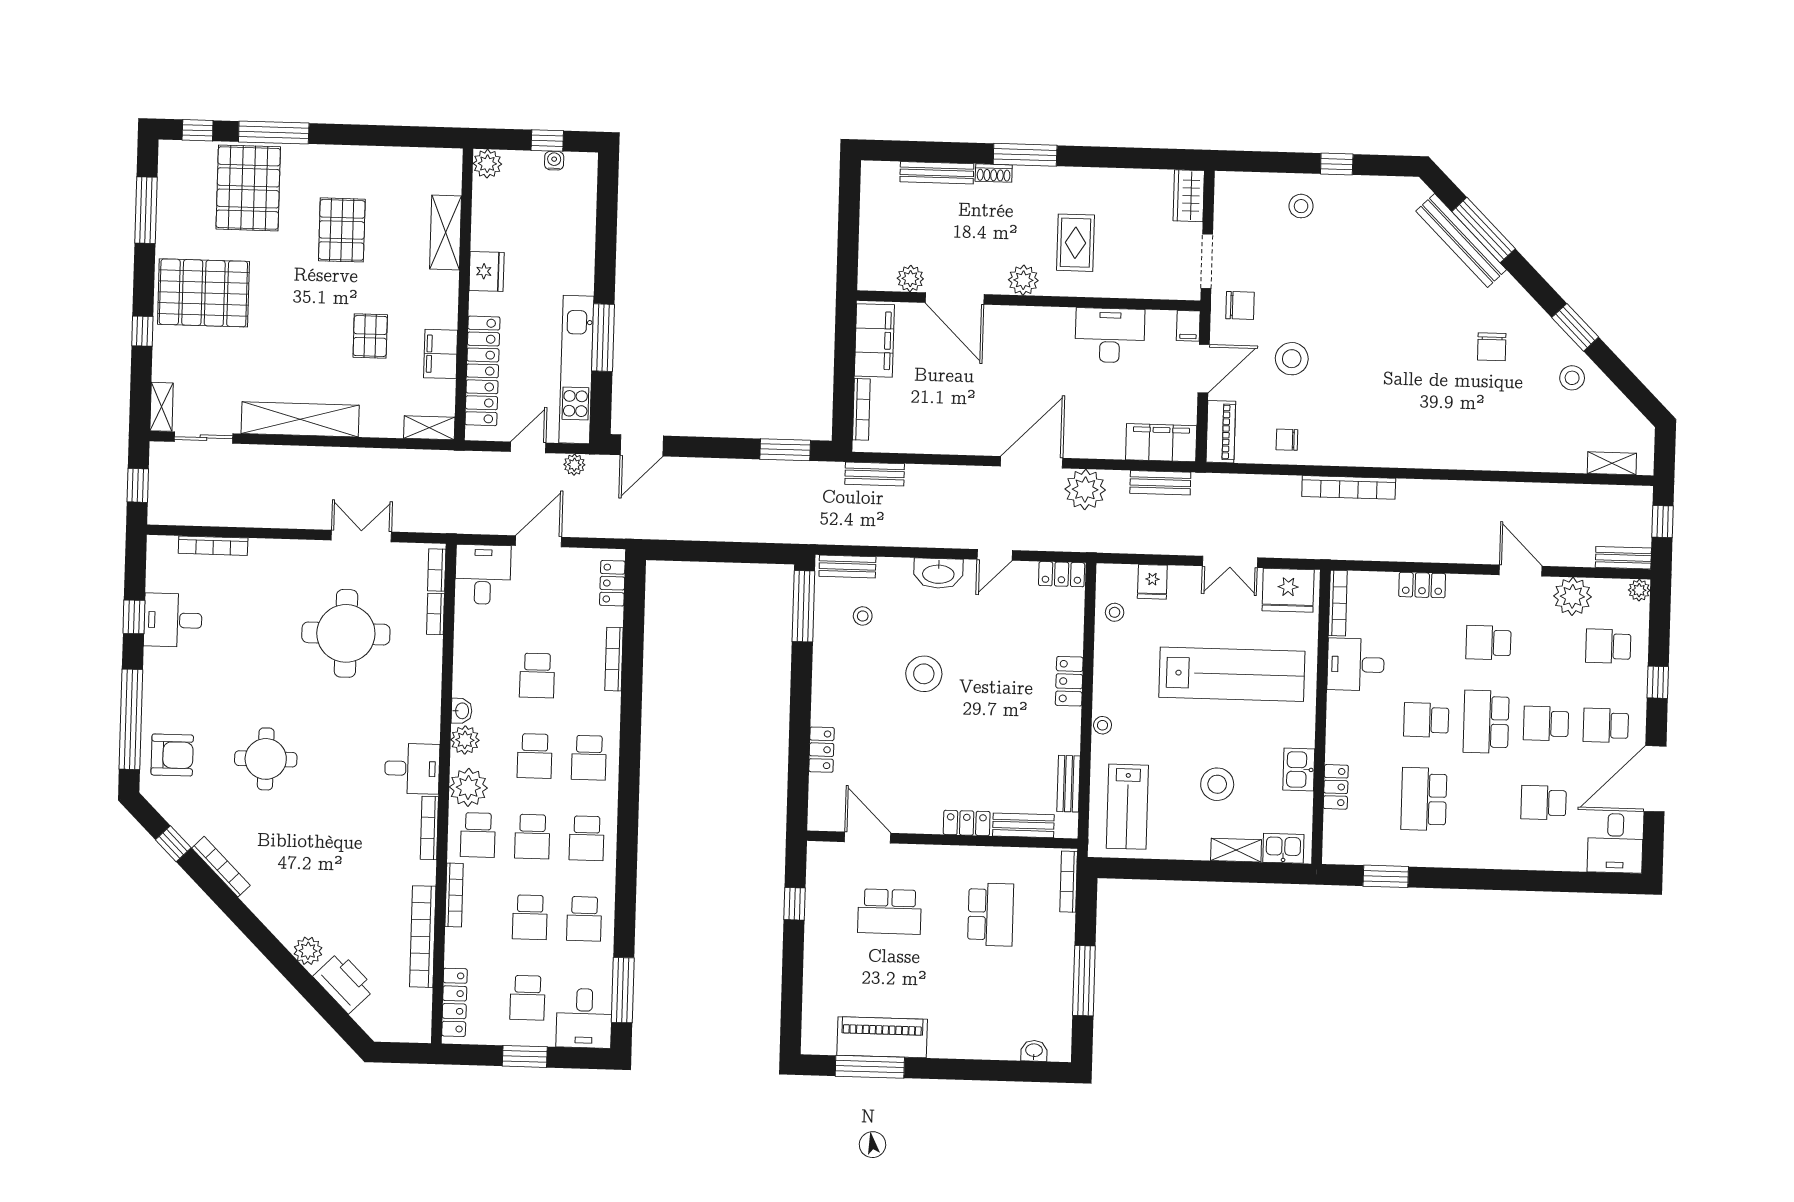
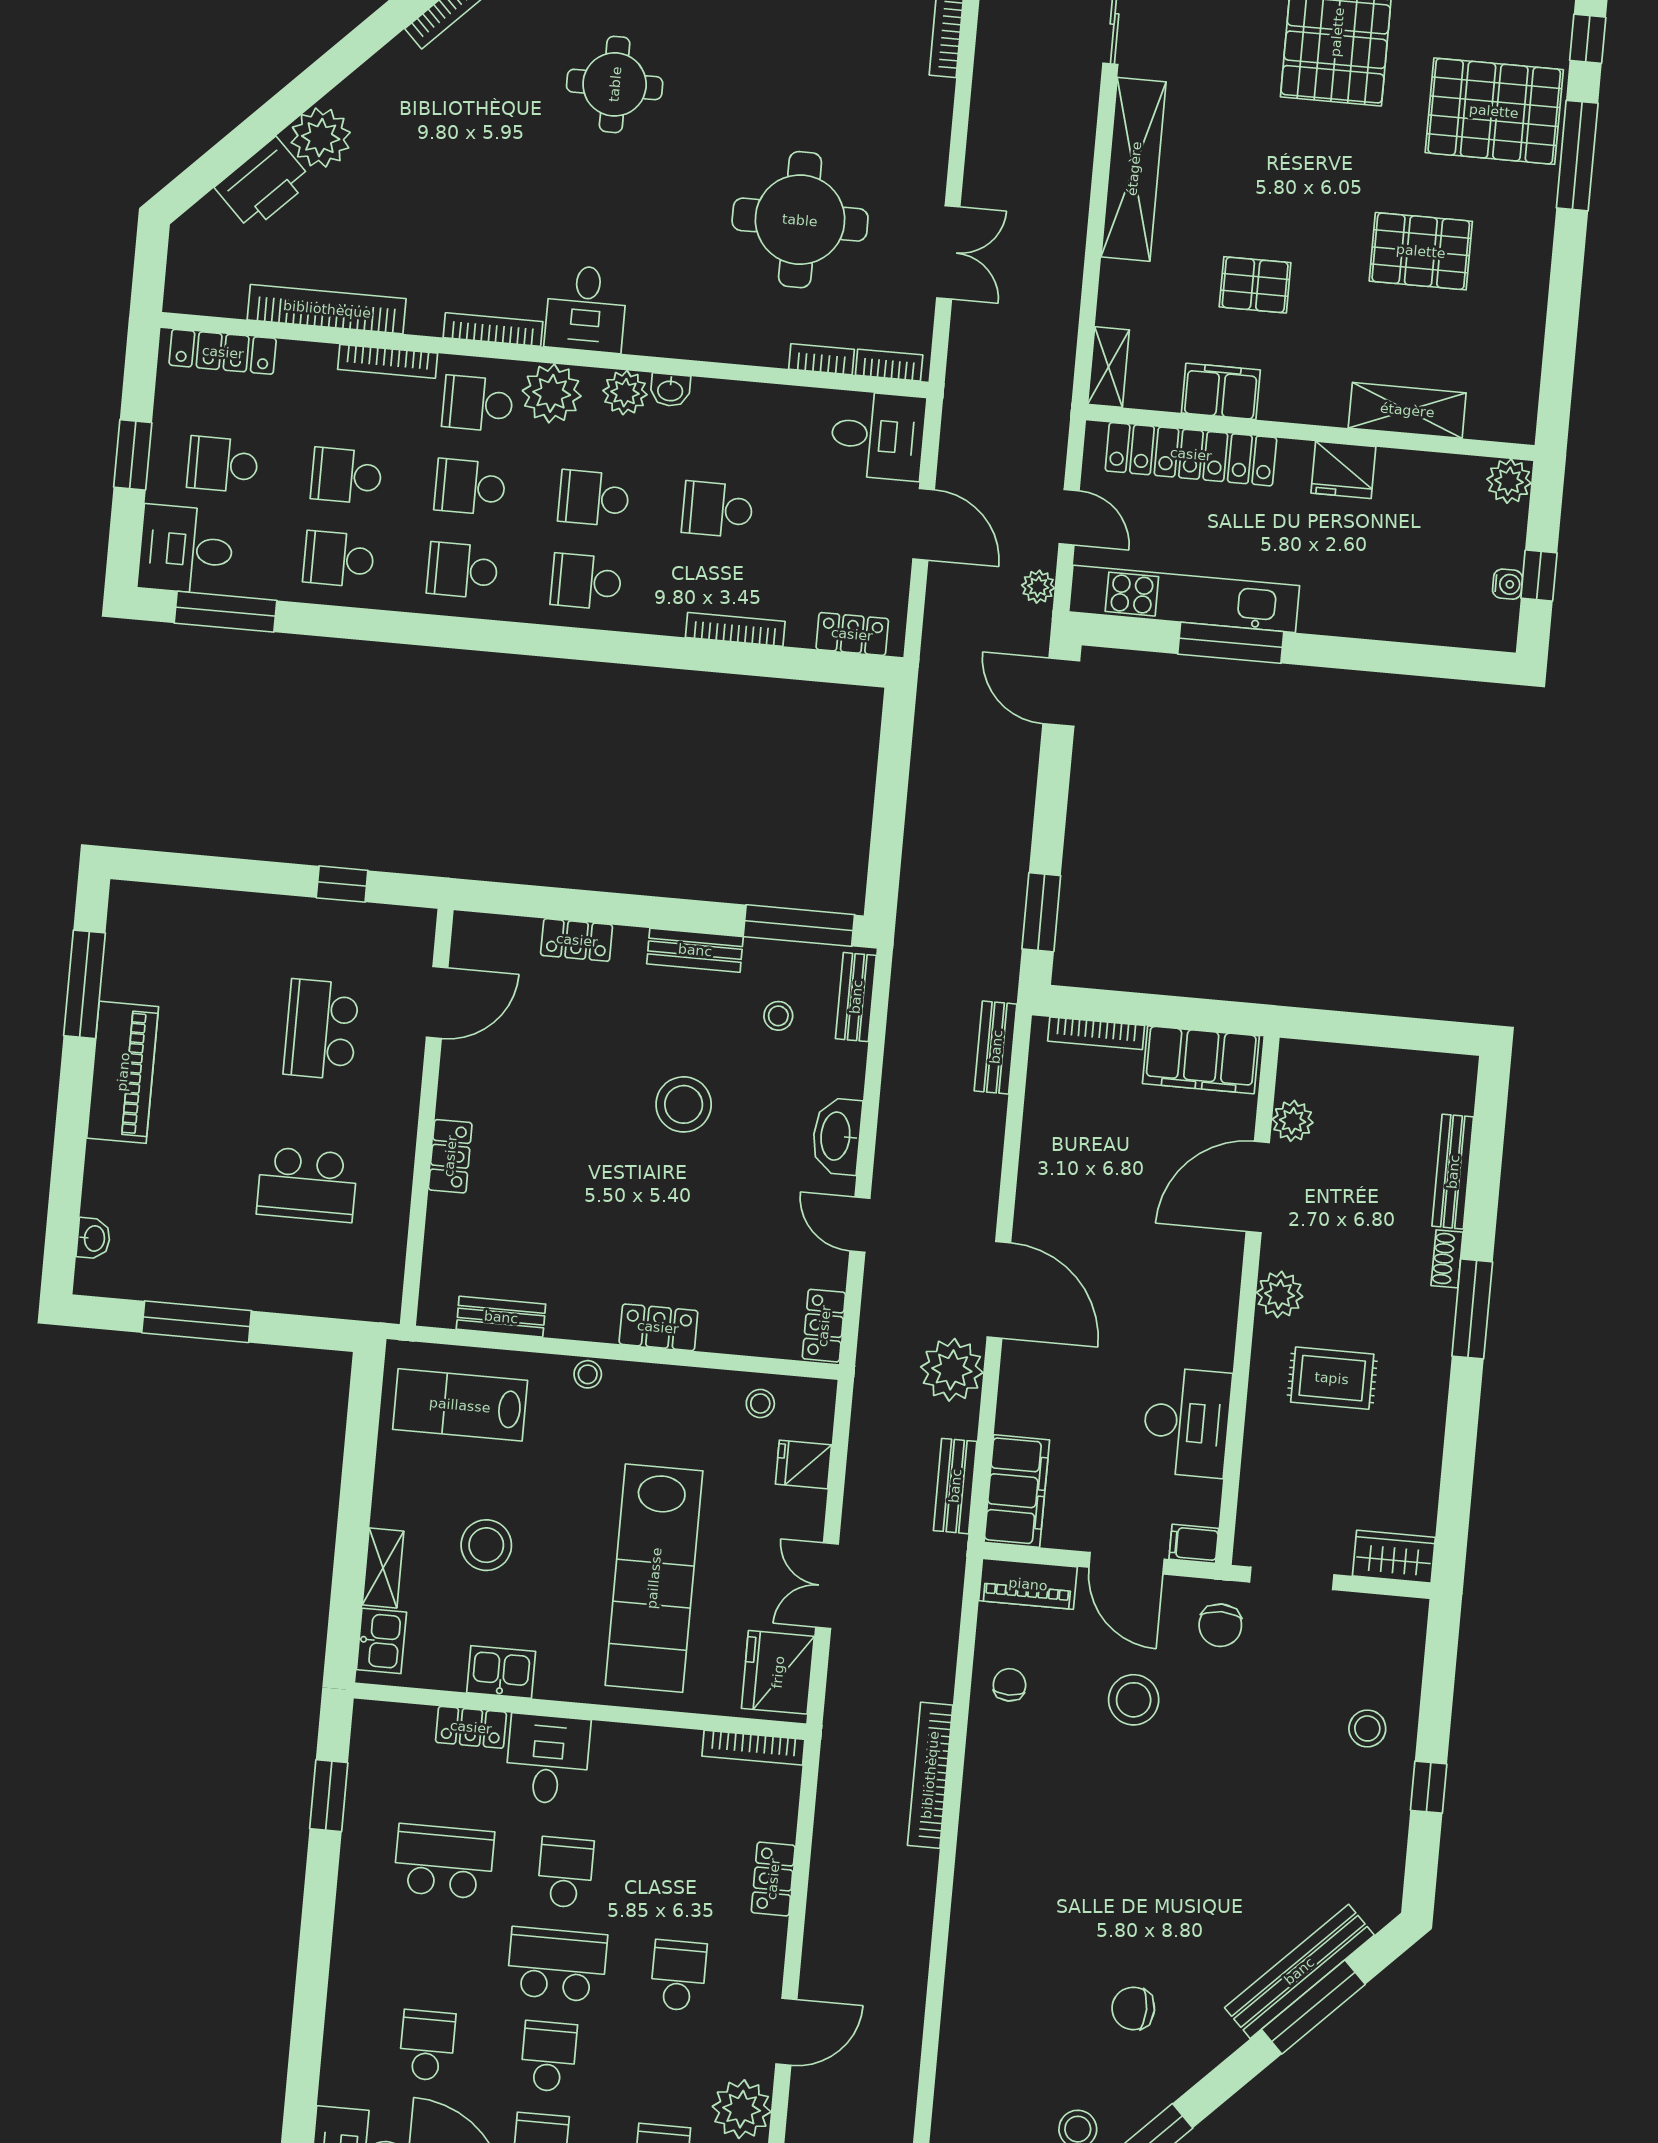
desk: (1356, 665) -> (548, 1759), moved
bench: (1023, 825) -> (695, 950), moved, turned 90
bookcase: (1069, 882) -> (350, 1308), removed
plant: (308, 951) -> (321, 138), width x1.36, depth x1.36
piano: (882, 1037) -> (123, 1072), moved

